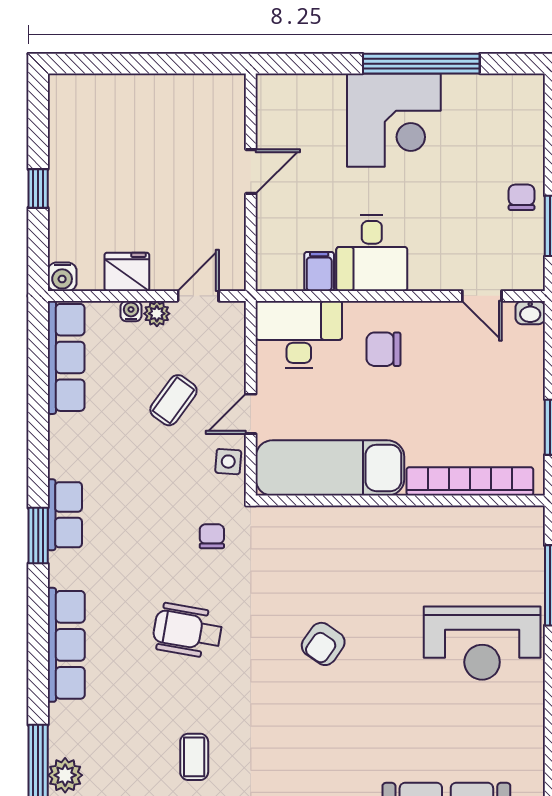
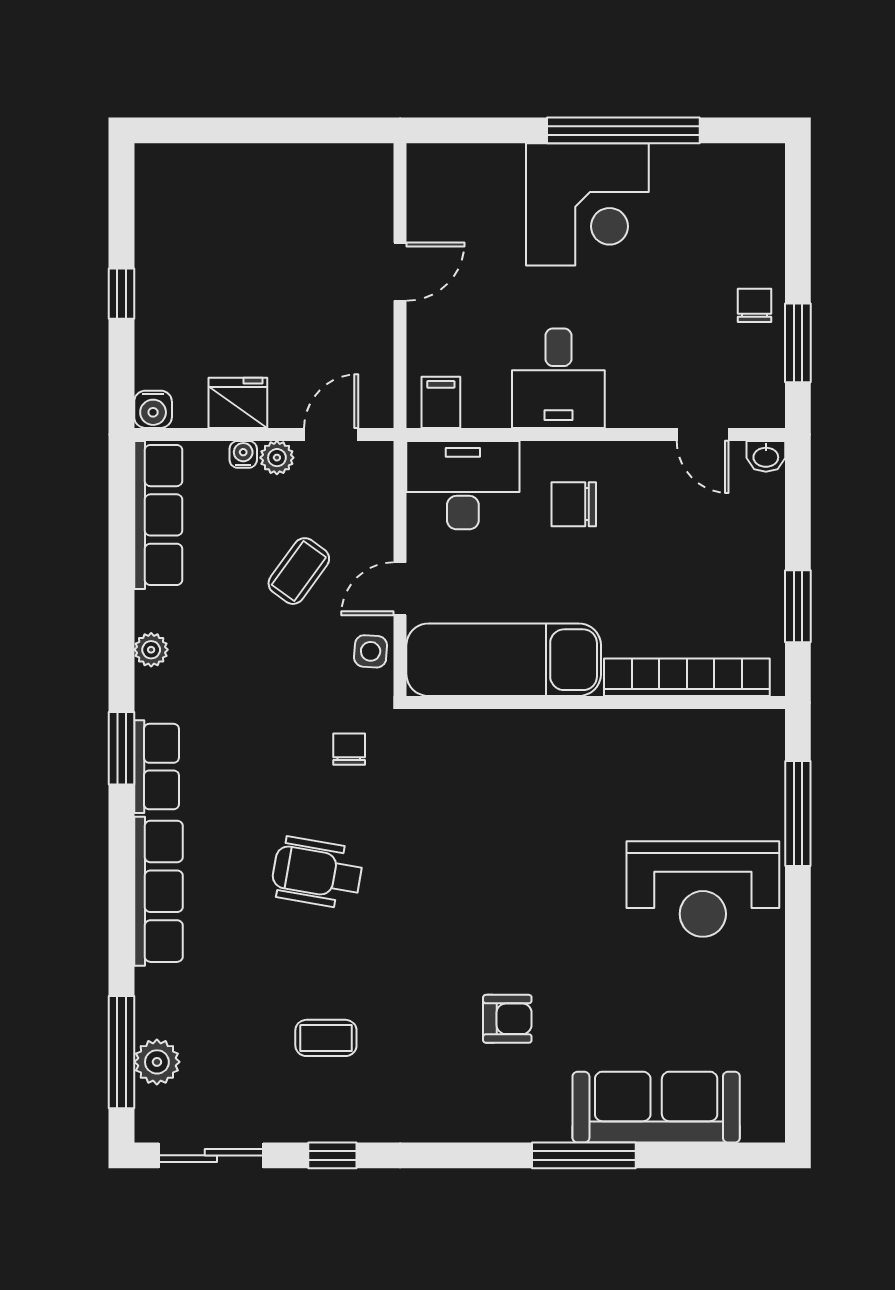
filing cabinet: (319, 271) -> (441, 402), moved
plant: (61, 460) -> (151, 650), added
row of seats: (65, 515) -> (157, 767), moved
armchair: (323, 644) -> (507, 1019), moved, turned -125
coffee table: (194, 757) -> (326, 1038), turned 90

